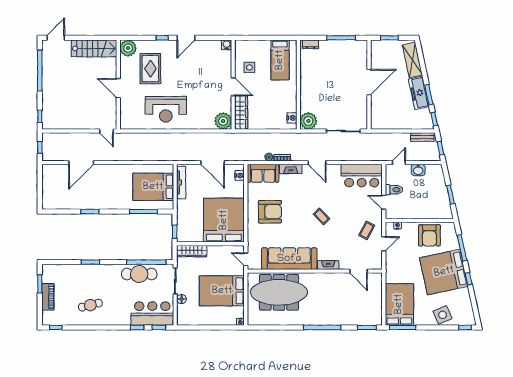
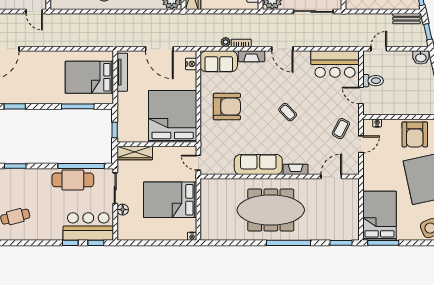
washbasin: (418, 170) -> (421, 57), moved
sofa: (289, 259) -> (258, 165), width x0.74, depth x0.79
door: (359, 271) -> (331, 177), swing flipped
meeting table: (279, 292) -> (271, 210), moved

